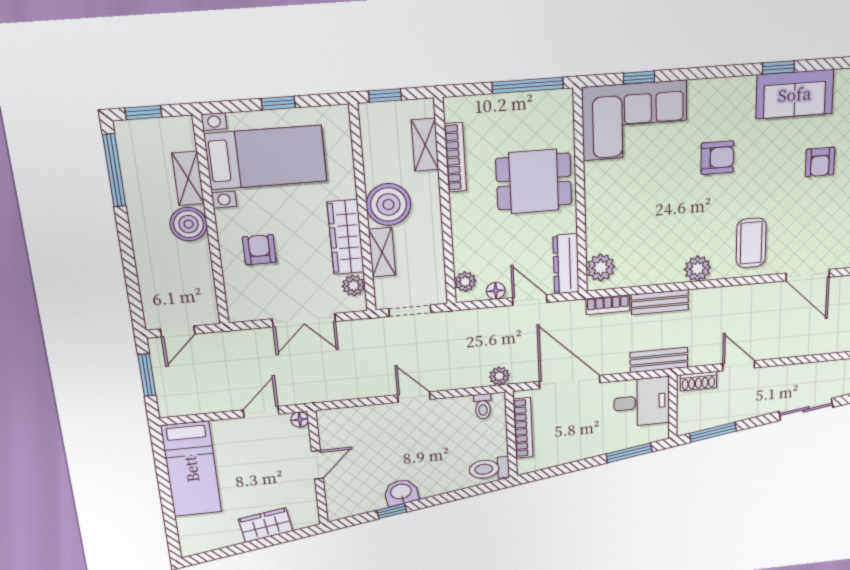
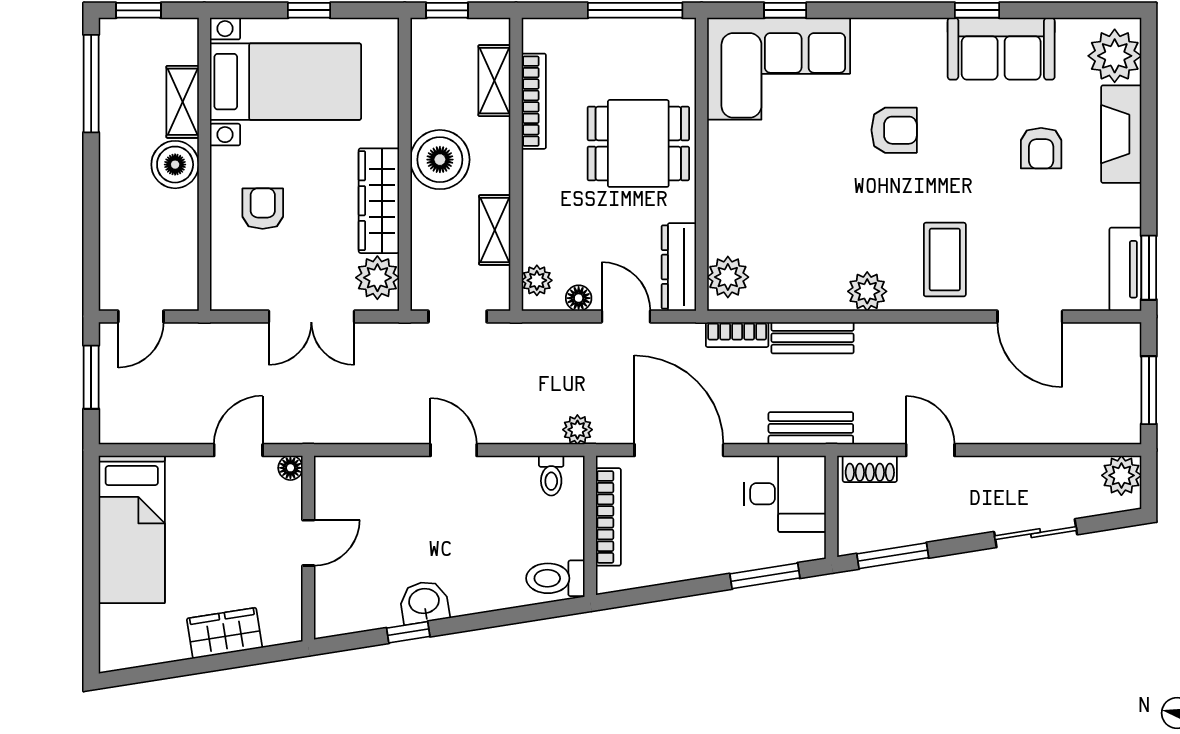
shelving: (382, 252) -> (495, 230), moved
plant: (353, 285) -> (377, 278), width x1.38, depth x1.38

